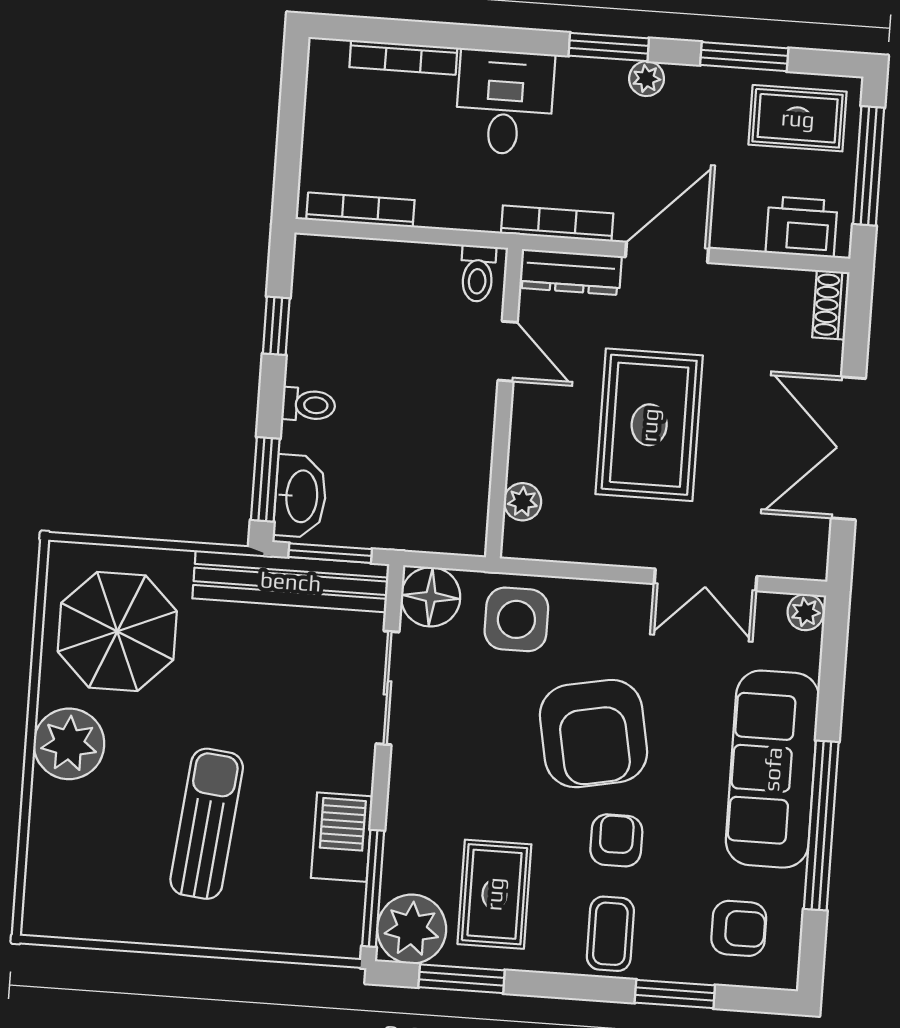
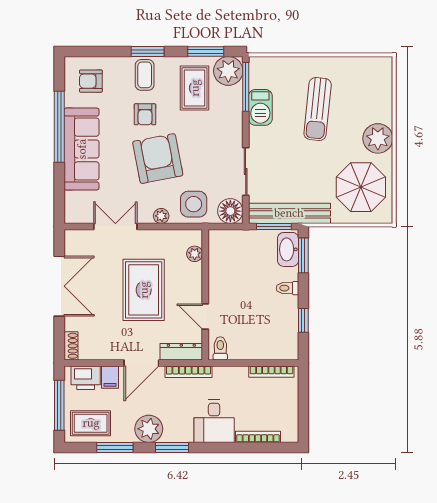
plant: (647, 79) -> (149, 429), width x1.87, depth x1.87
filing cabinet: (744, 224) -> (110, 377), added
plant: (806, 612) -> (161, 216), moved
window: (675, 994) -> (148, 52), moved

